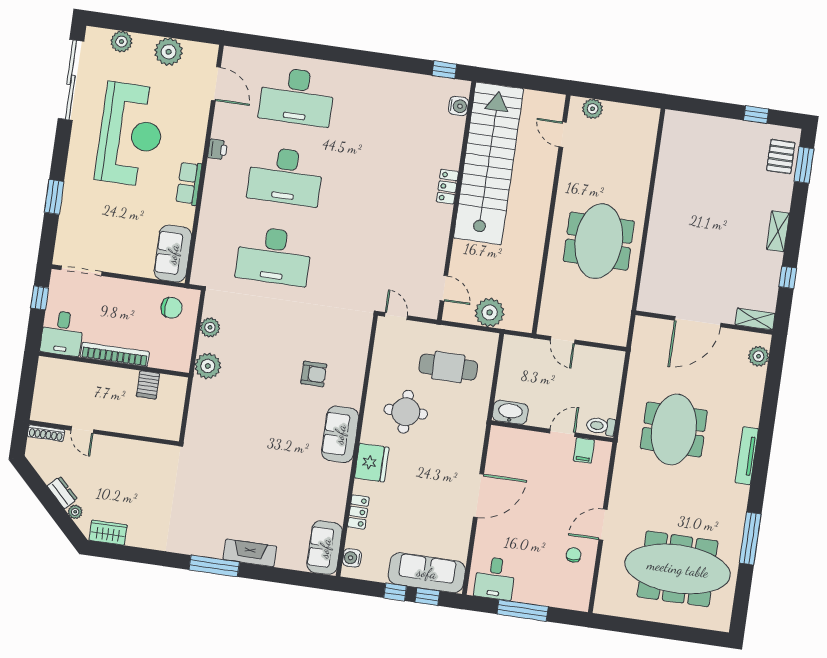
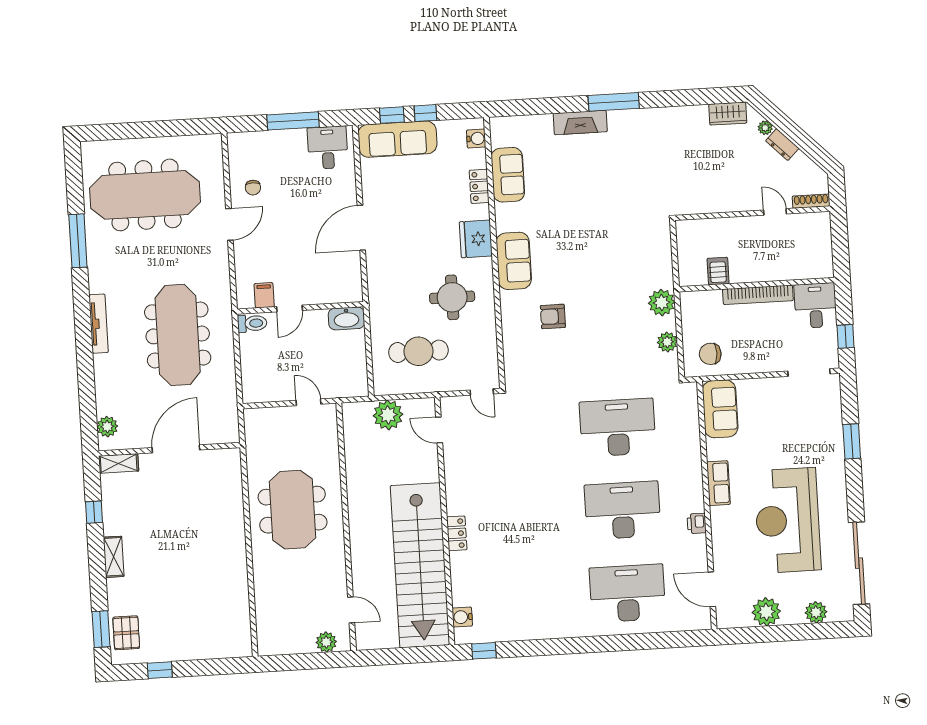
meeting table: (674, 430) -> (178, 335), width x1.36
sofa: (325, 548) -> (508, 175), moved

